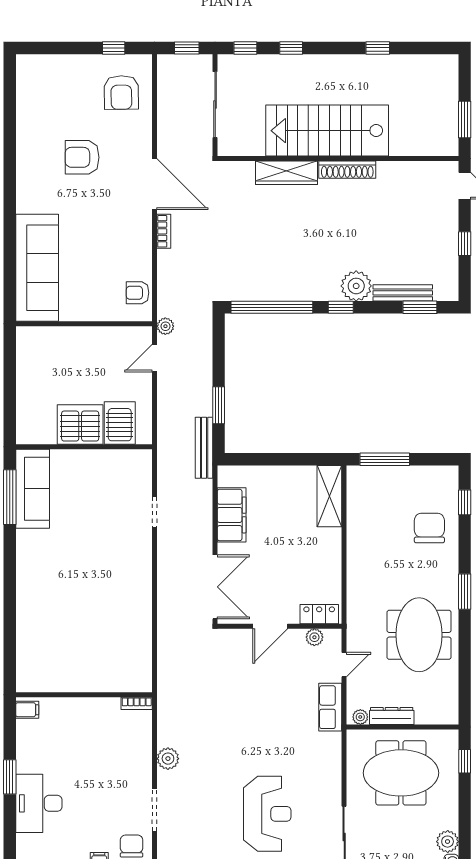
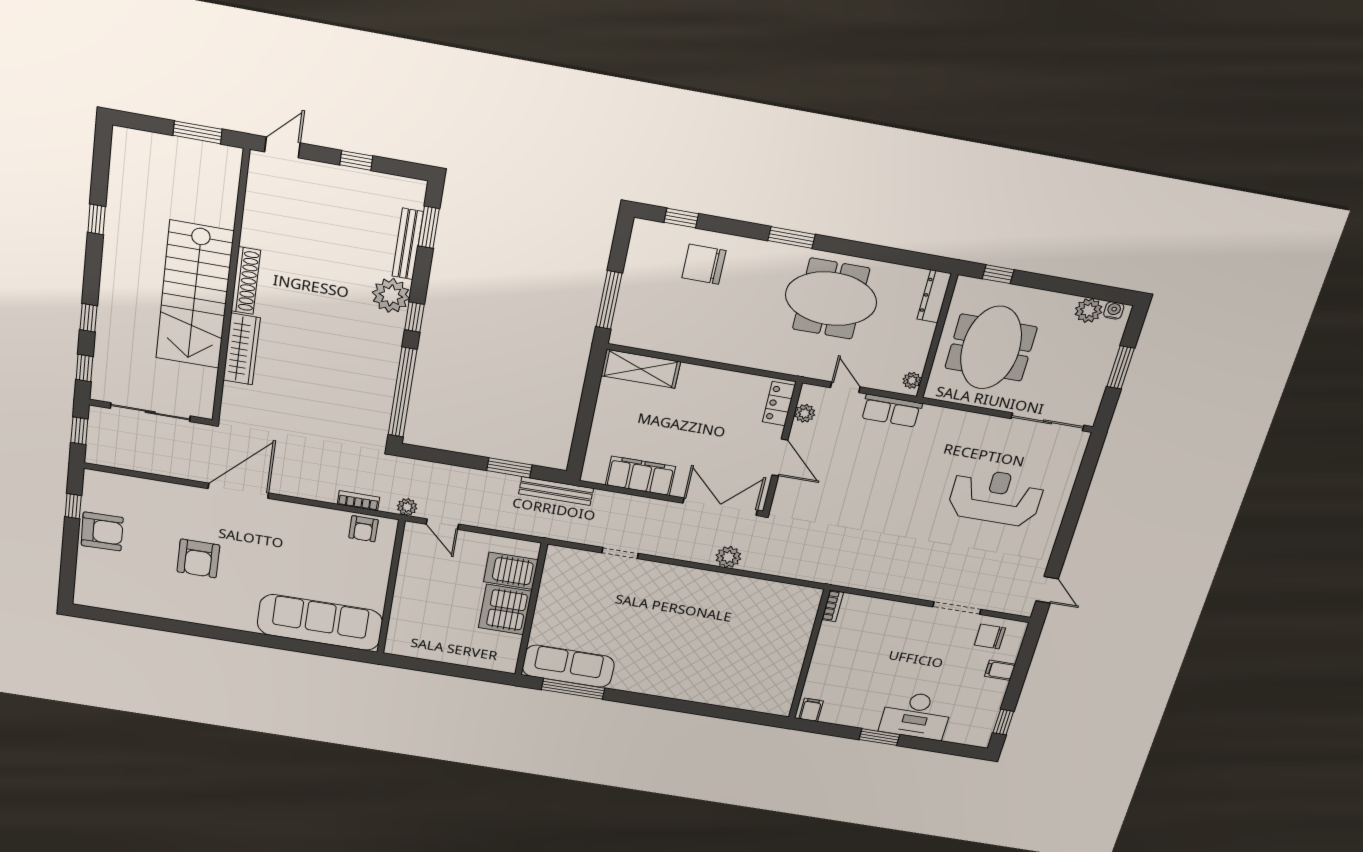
armchair: (121, 92) -> (102, 531), moved
bookcase: (164, 231) -> (358, 501), moved
dresser: (392, 716) -> (934, 296), moved
plant: (168, 759) -> (728, 557), moved

